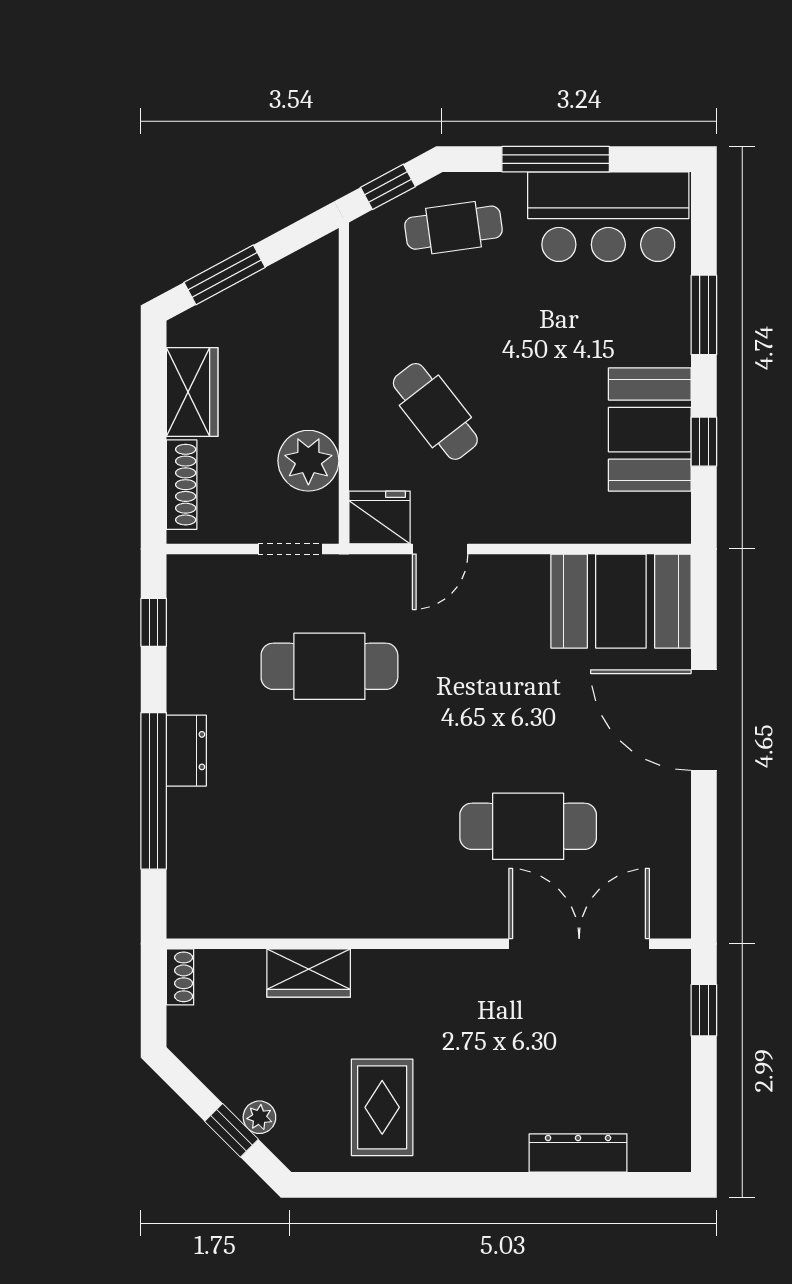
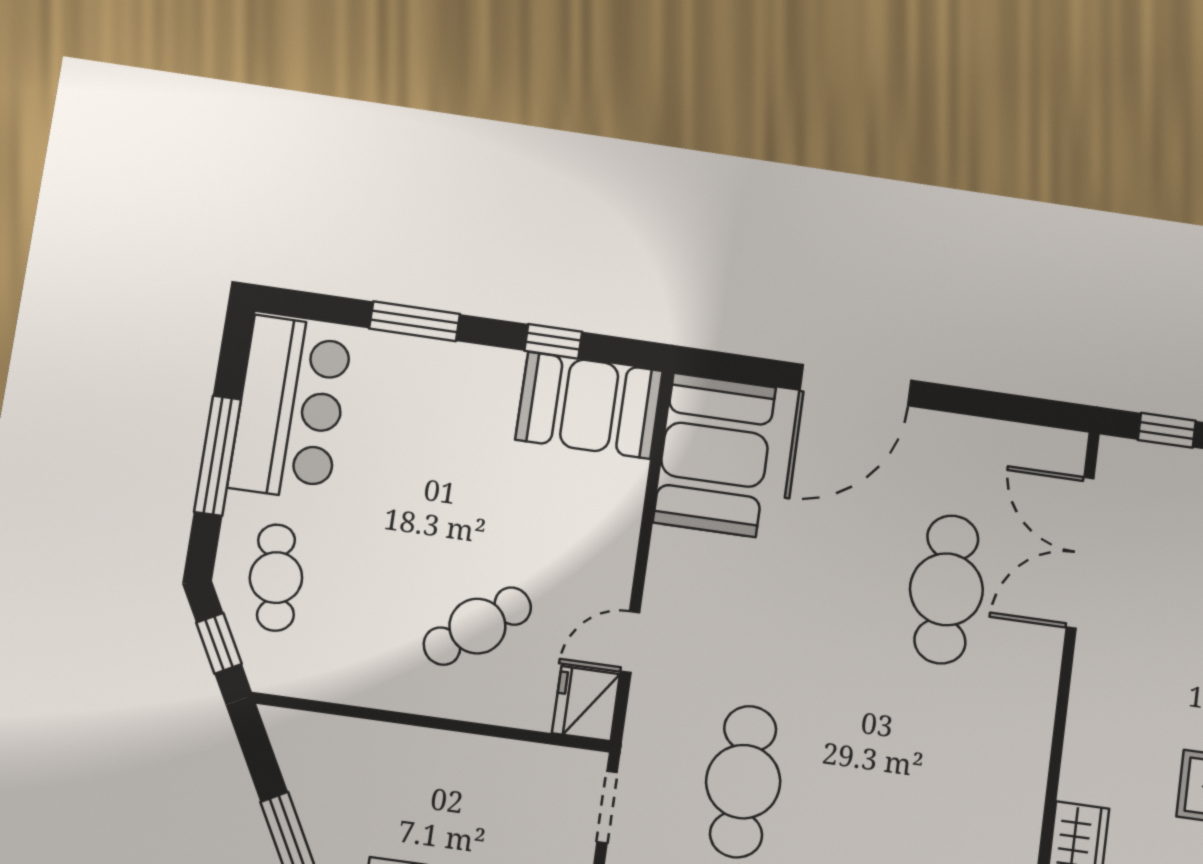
booth: (650, 430) -> (589, 405), moved
plant: (308, 461) -> (512, 774), removed
door: (440, 549) -> (630, 642), swing flipped

